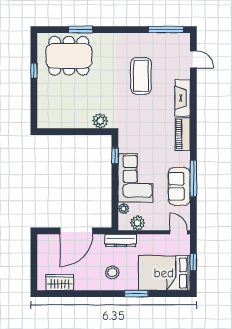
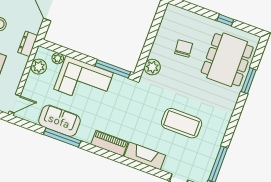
chair: (73, 99) -> (184, 49), added
window: (115, 156) -> (113, 69), width x2.17
dresser: (121, 240) -> (28, 44), width x0.70

